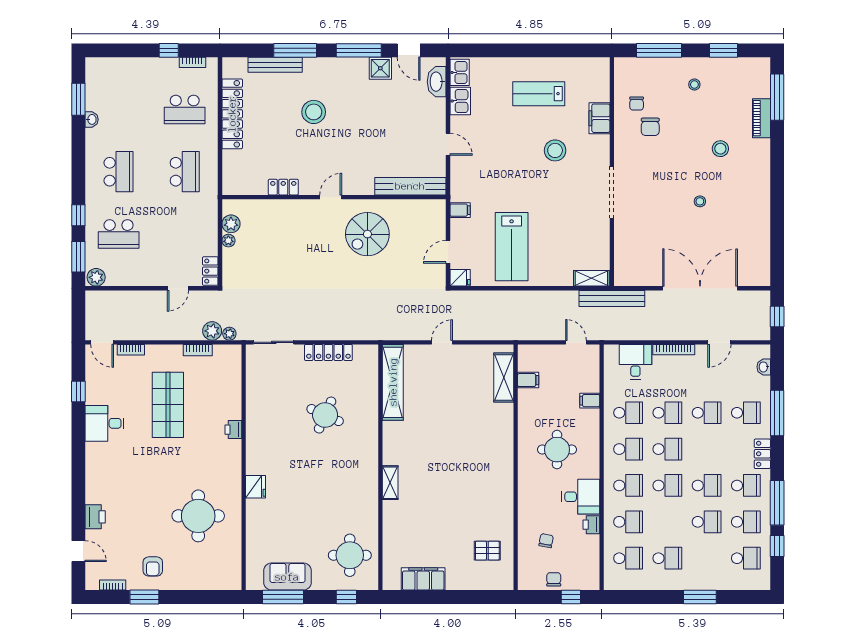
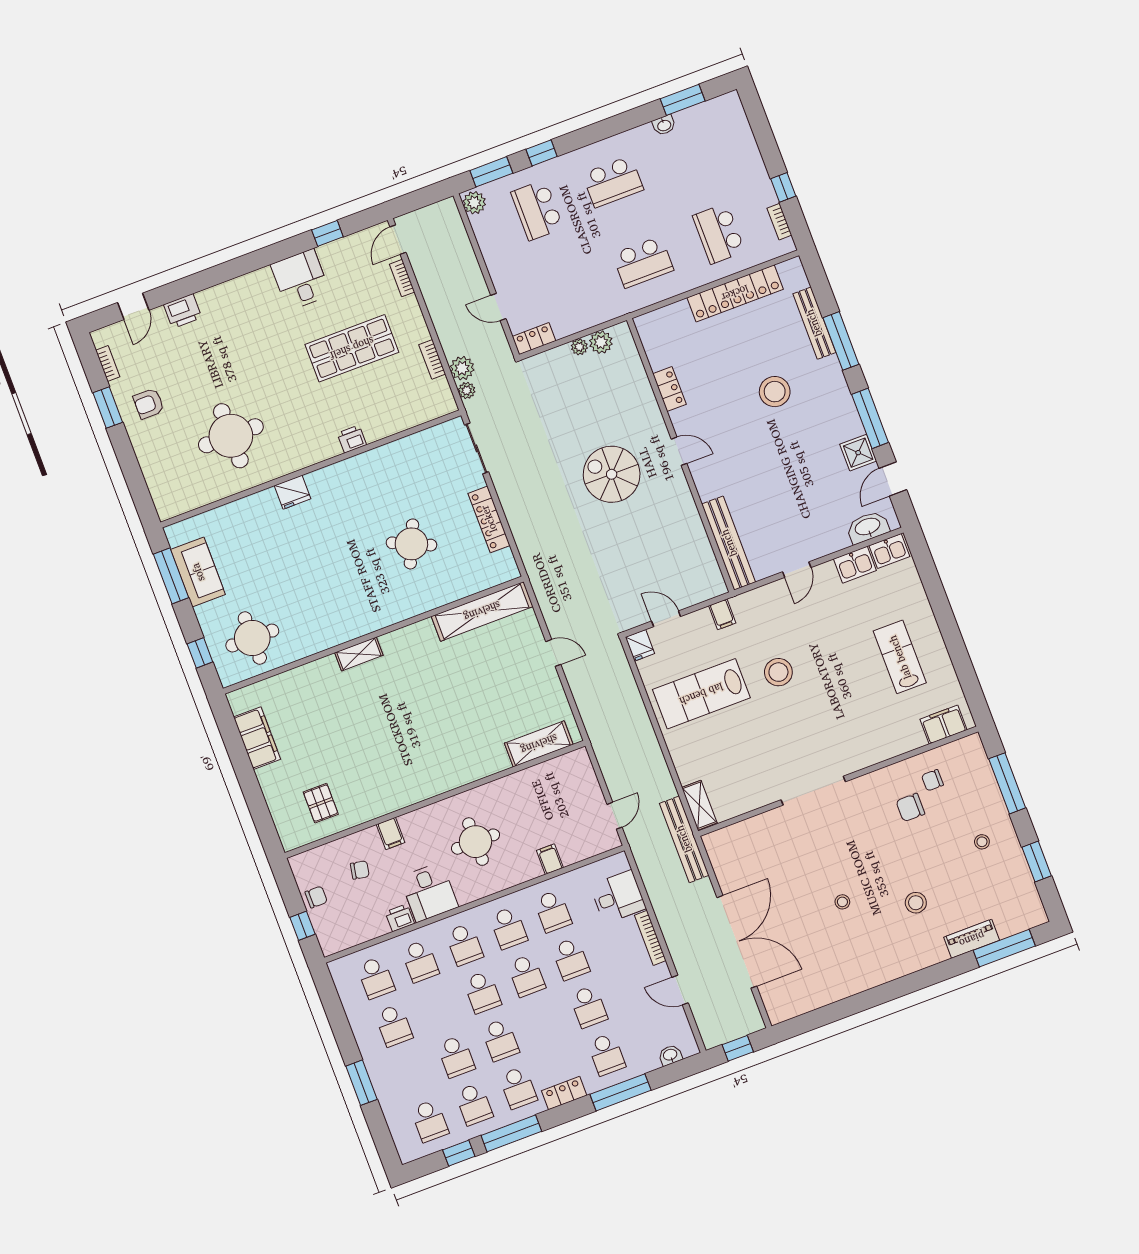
filing cabinet: (599, 118) -> (944, 725), moved
stool: (555, 150) -> (778, 672), moved
spiral stairs: (367, 234) -> (612, 474), moved
filing cabinet: (528, 380) -> (391, 833), moved

